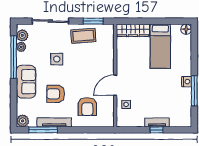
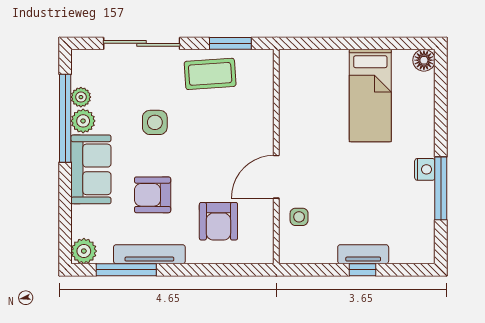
wardrobe: (133, 30) -> (313, 63), removed
plant: (22, 35) -> (83, 121), moved

